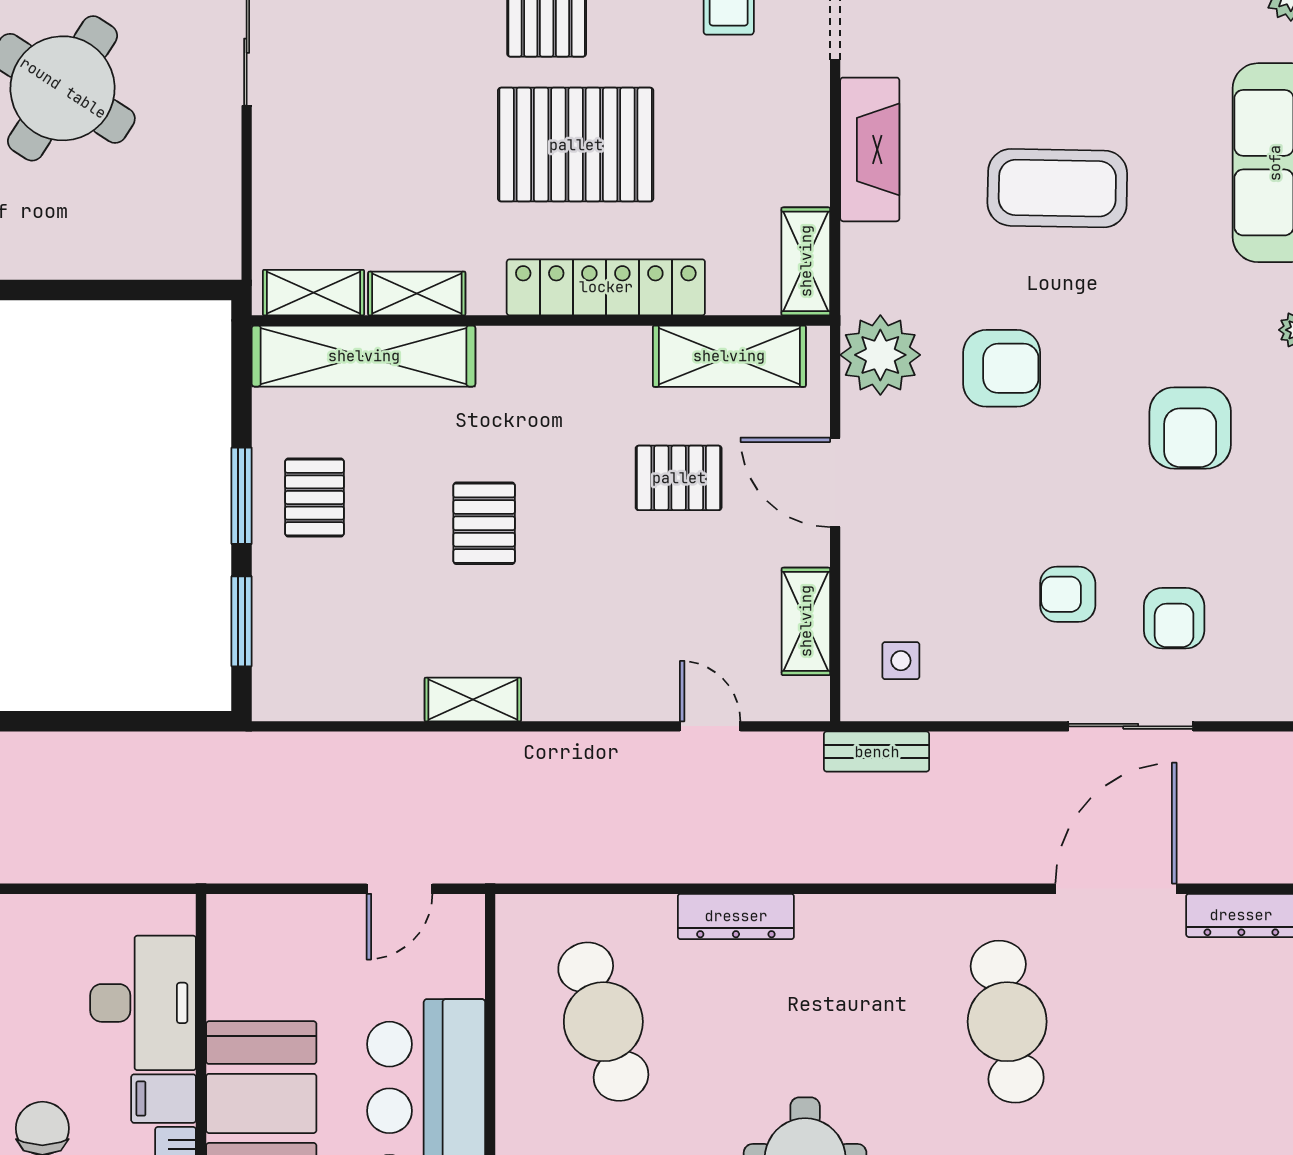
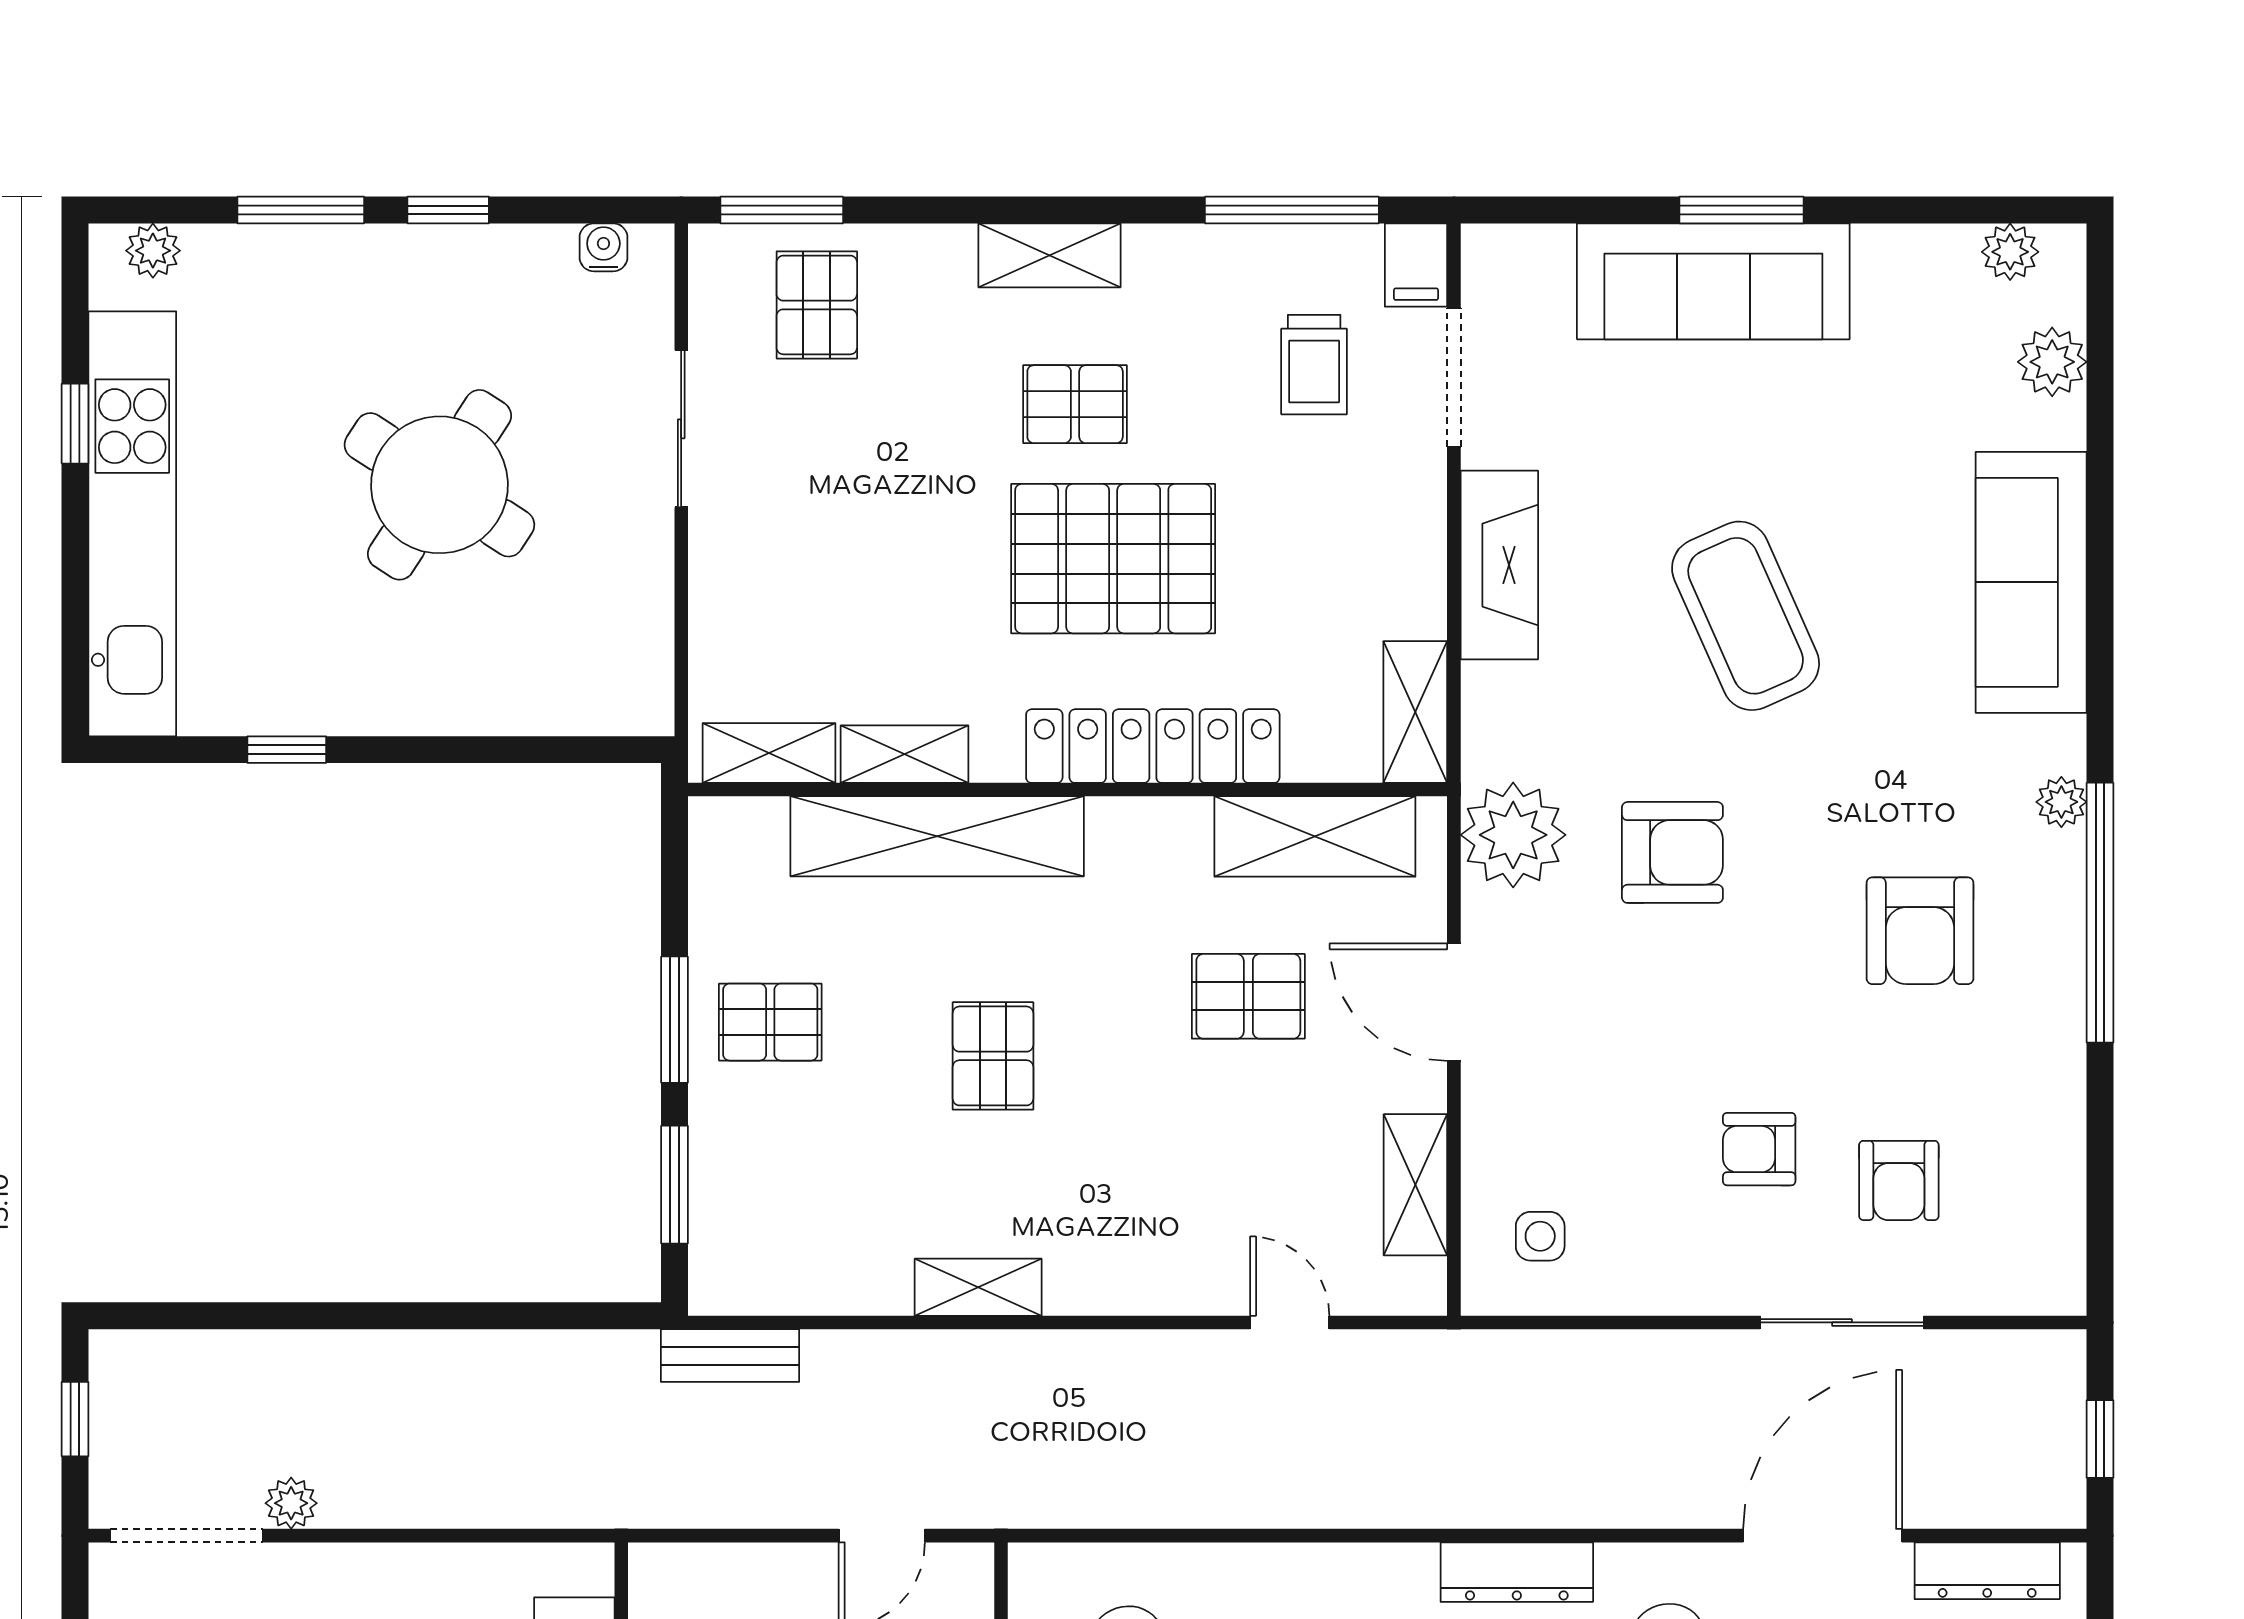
coffee table: (1057, 188) -> (1746, 616), turned 65
shelving: (364, 356) -> (937, 836), moved
pallet: (315, 498) -> (770, 1022), turned 90
bench: (877, 752) -> (730, 1356), moved
dresser: (736, 916) -> (1517, 1572), moved

